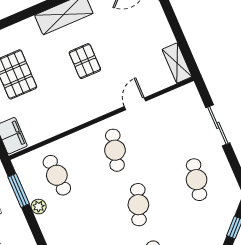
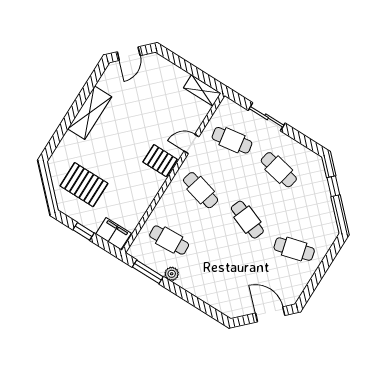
pallet: (85, 61) -> (160, 161), moved
door: (135, 104) -> (192, 144), hinge flipped
cafe table: (173, 125) -> (232, 140), added

